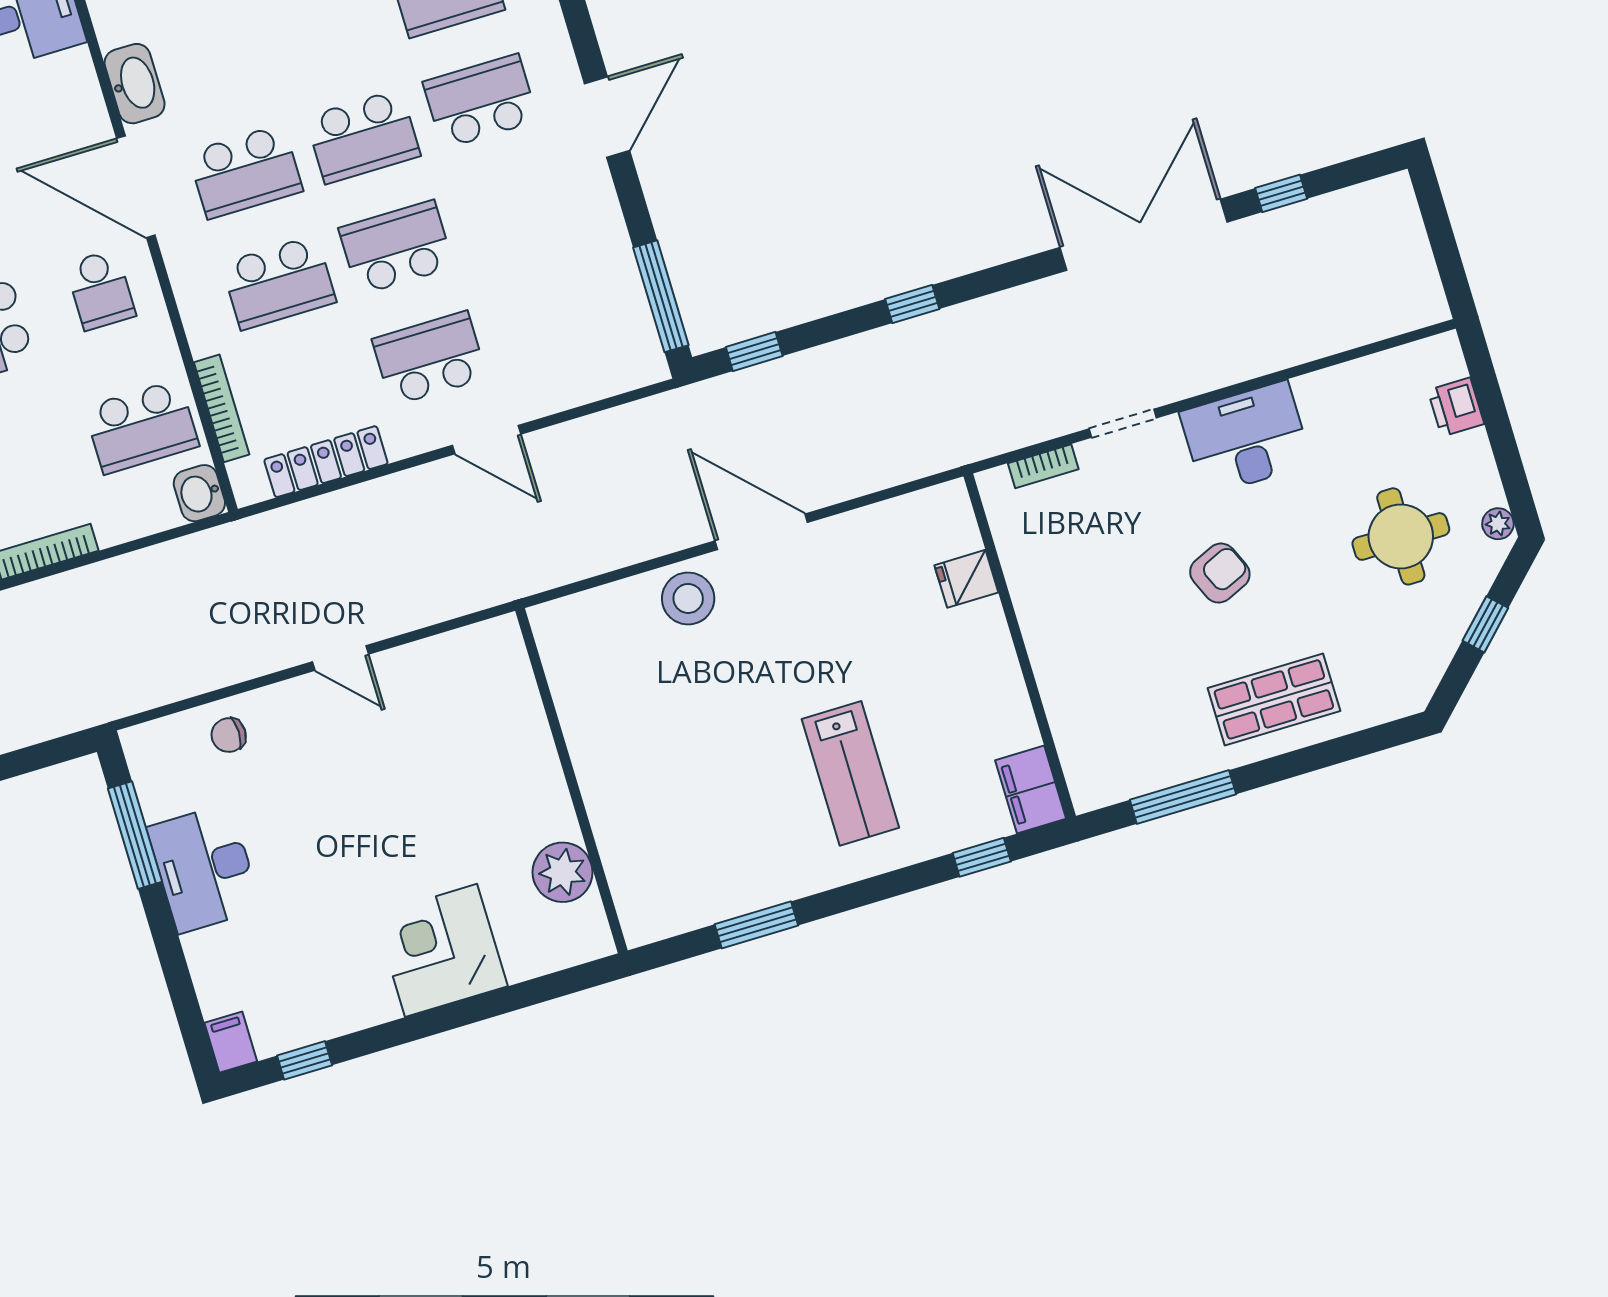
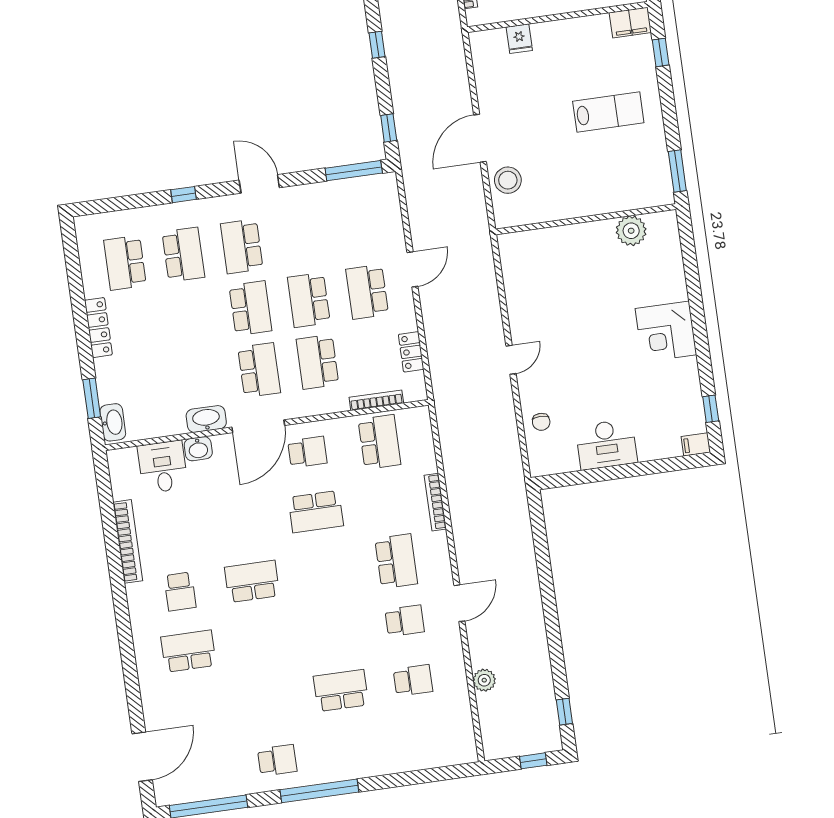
school desk: (279, 283) -> (317, 362), turned 180
locker: (326, 462) -> (411, 352), width x0.66
washbasin: (199, 493) -> (198, 449), moved
wall: (571, 781) -> (586, 219), moved
window: (135, 835) -> (584, 477), removed
plant: (563, 872) -> (631, 231), moved

